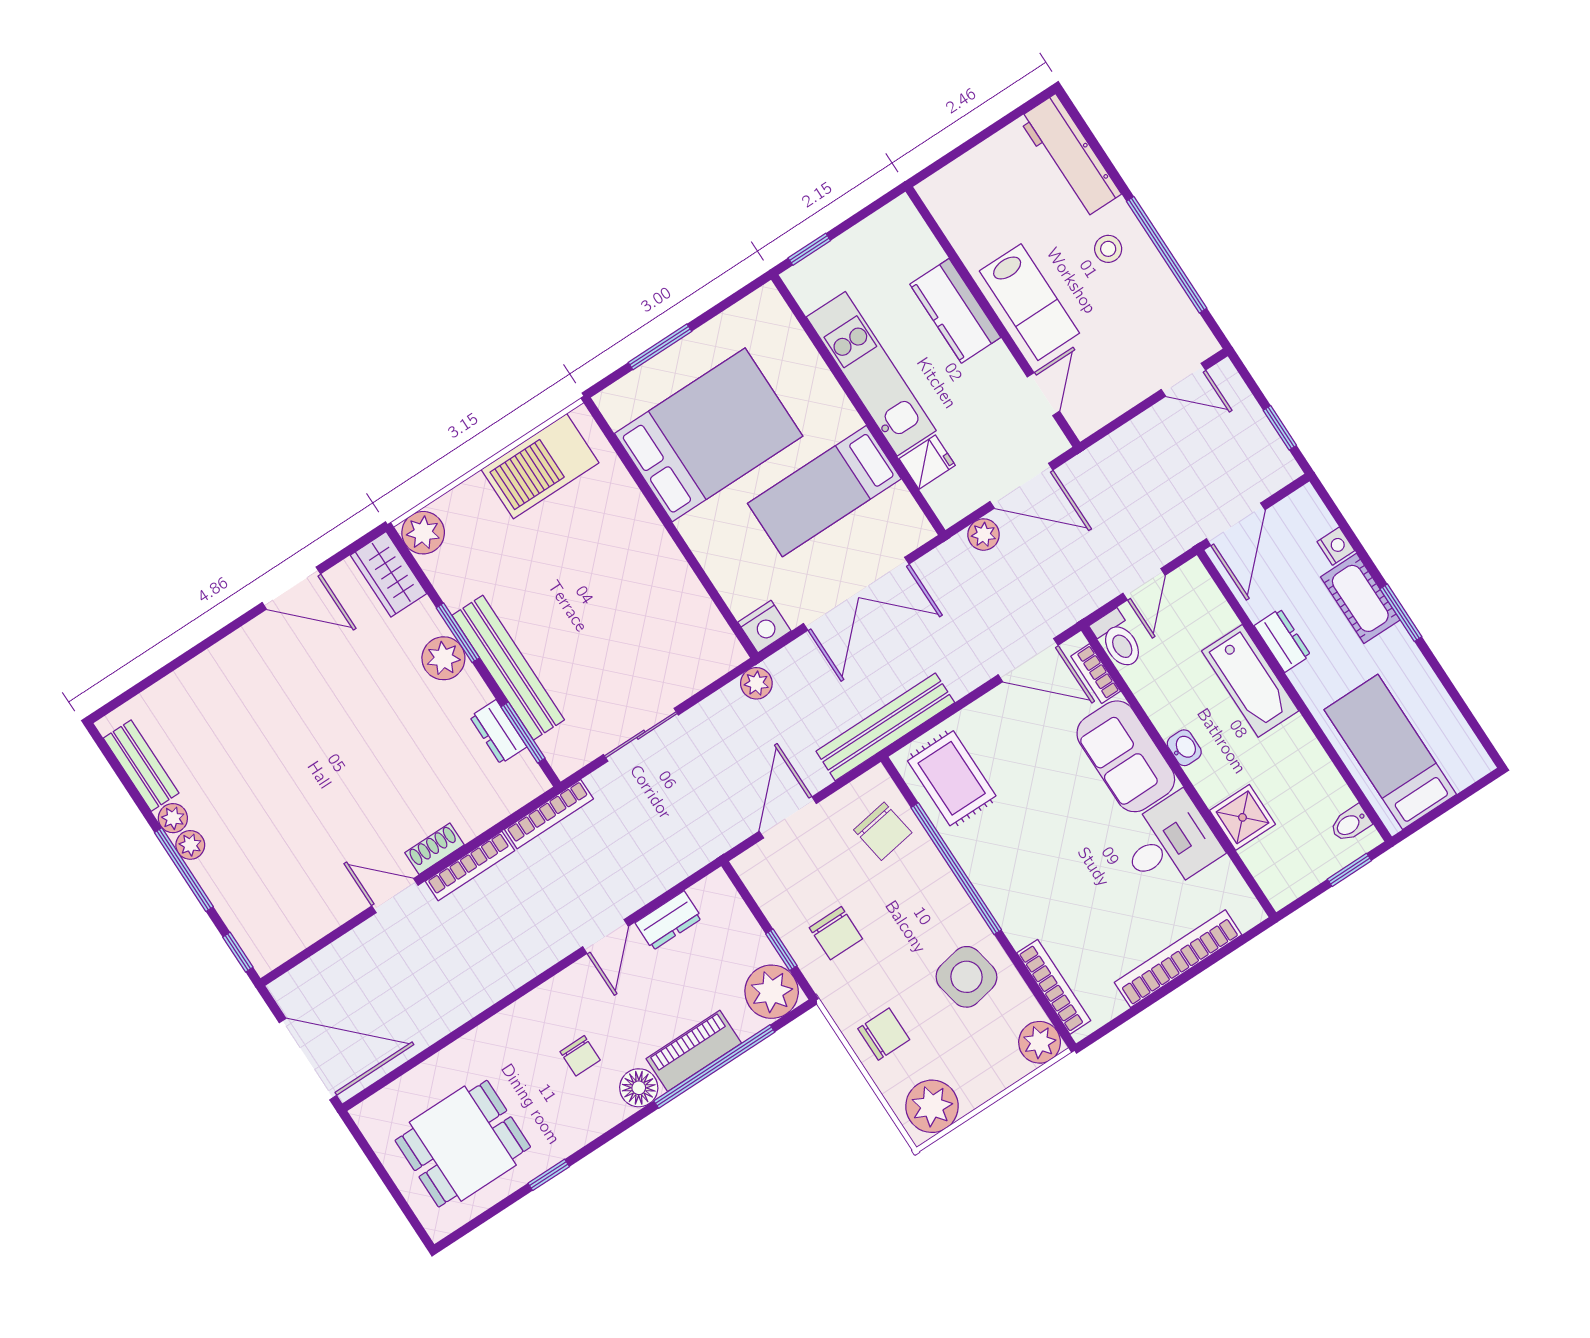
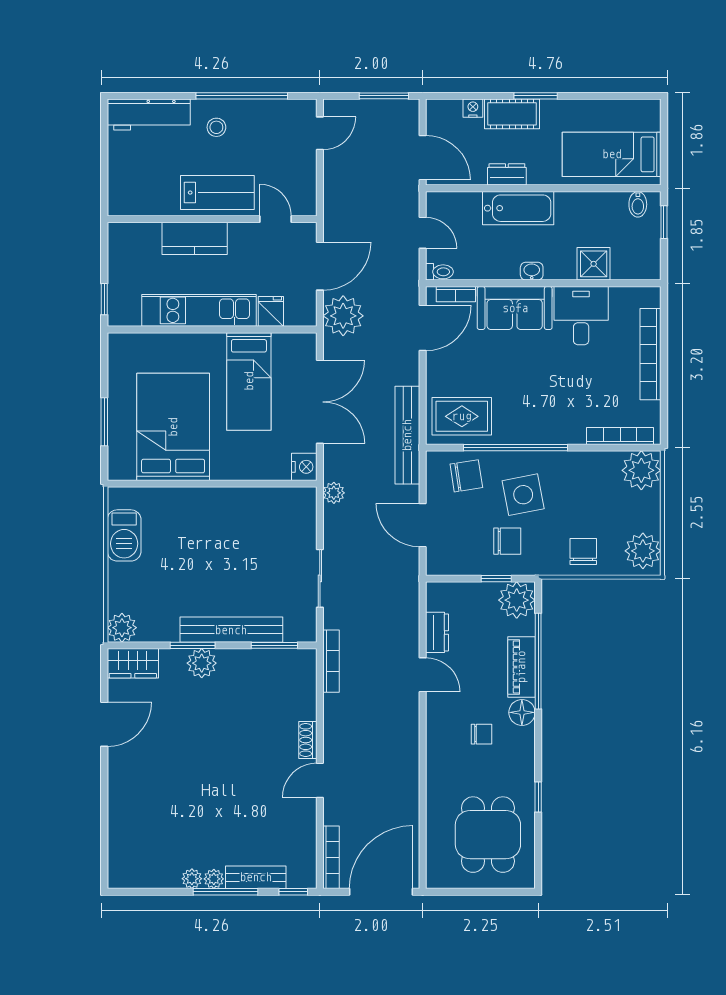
window: (1280, 428) -> (384, 96), width x1.50
barbecue: (540, 466) -> (124, 535), width x0.73, depth x0.83
plant: (984, 535) -> (343, 316), width x1.88, depth x1.88
toilet: (1118, 640) -> (439, 272), width x0.73, depth x0.72
dresser: (498, 732) -> (265, 659), removed
bench: (141, 766) -> (256, 877), moved
bookcase: (470, 866) -> (331, 857), moved
side table: (966, 977) -> (523, 495), moved
plant: (1040, 1042) -> (641, 470), width x1.36, depth x1.36

